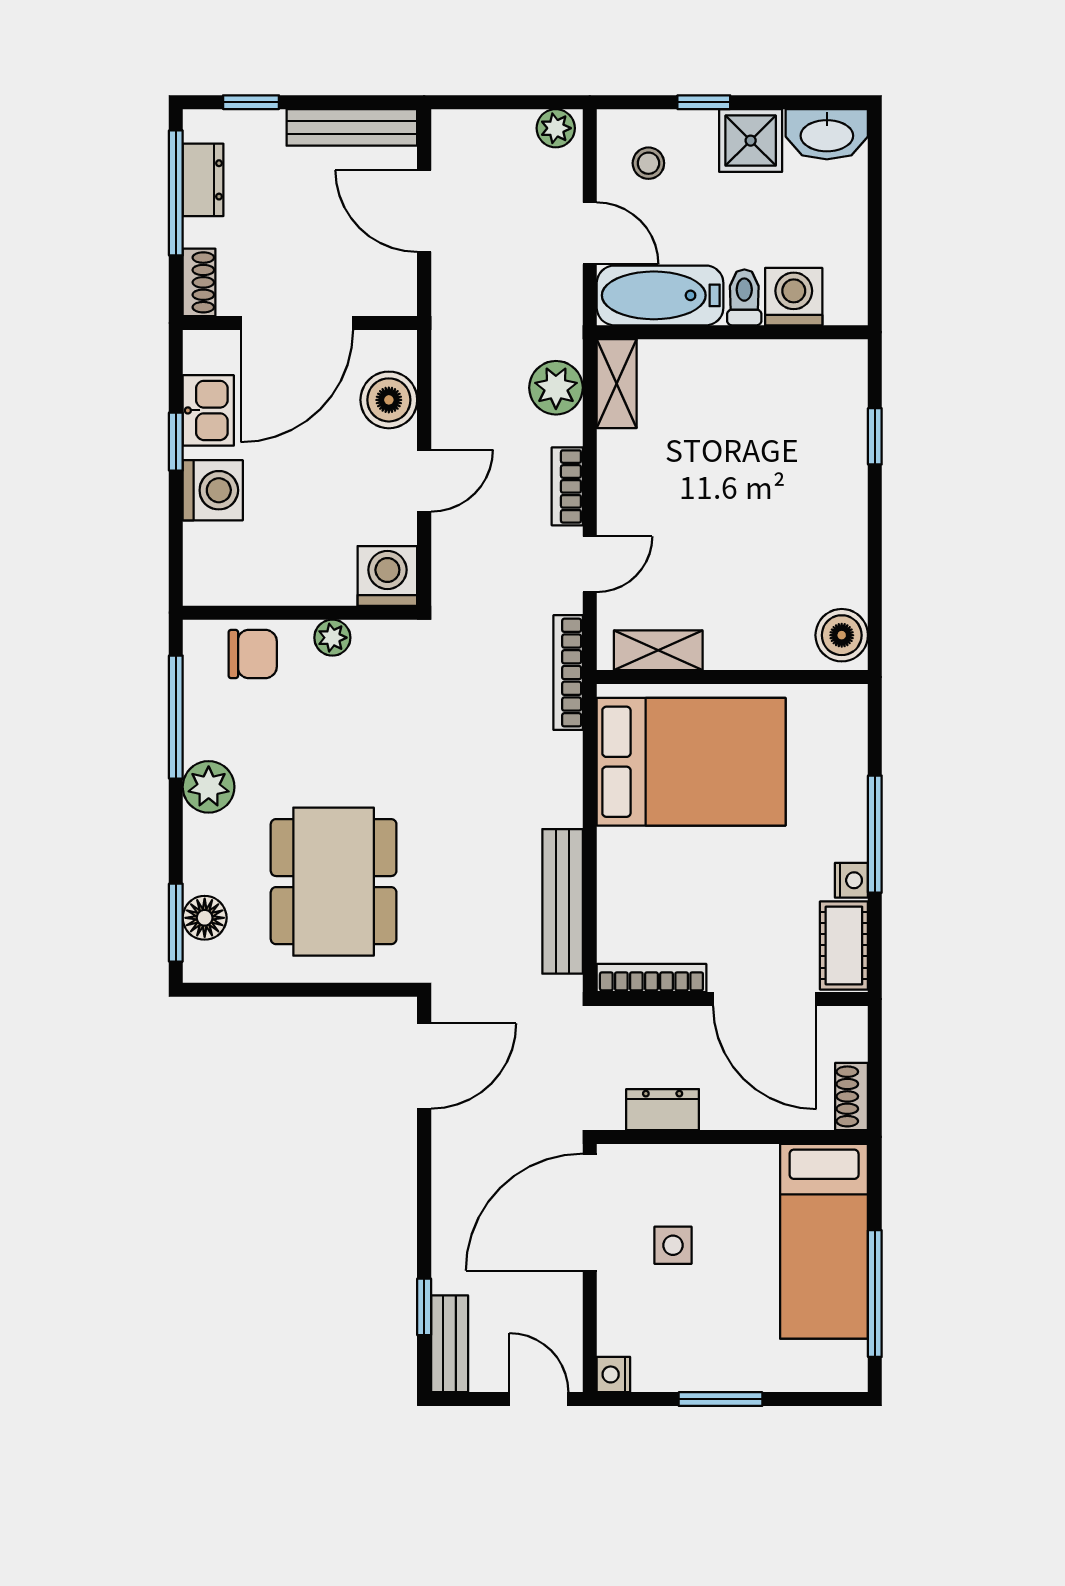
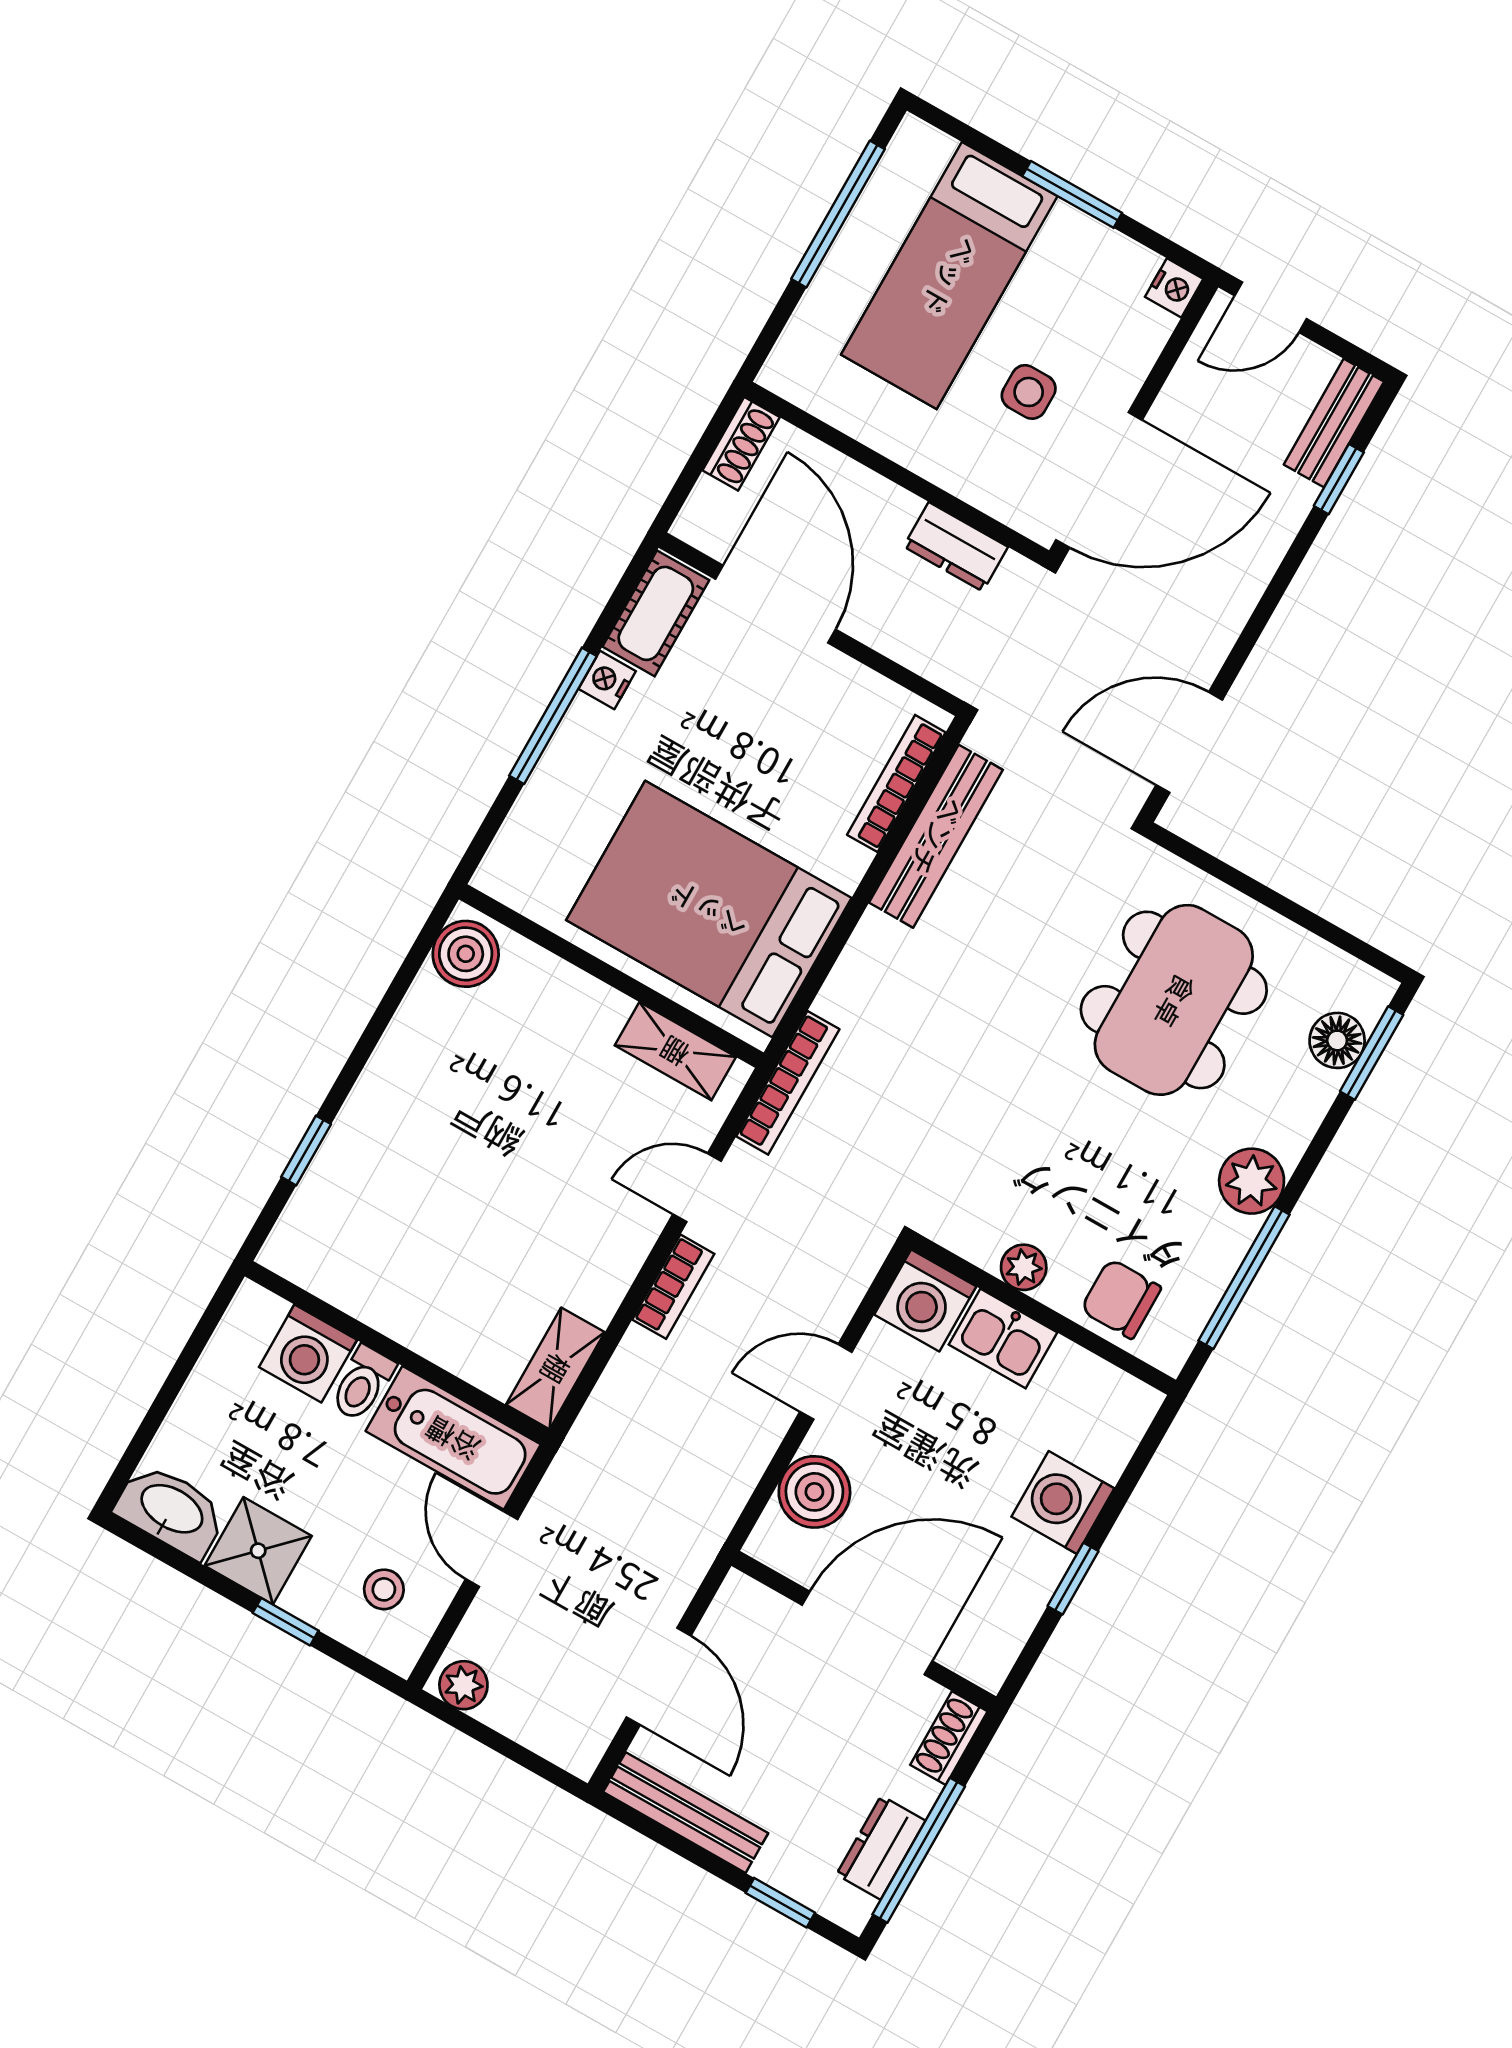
plant: (556, 388) -> (624, 1401), removed
kitchen sink: (208, 410) -> (1003, 1339), moved, turned -90
bookcase: (651, 978) -> (896, 784), moved, turned 90
bed: (824, 1241) -> (949, 275), moved, turned 180
door: (539, 1399) -> (1271, 307), hinge flipped

